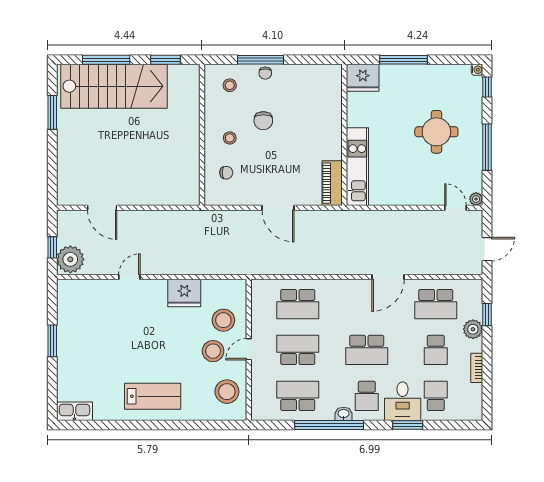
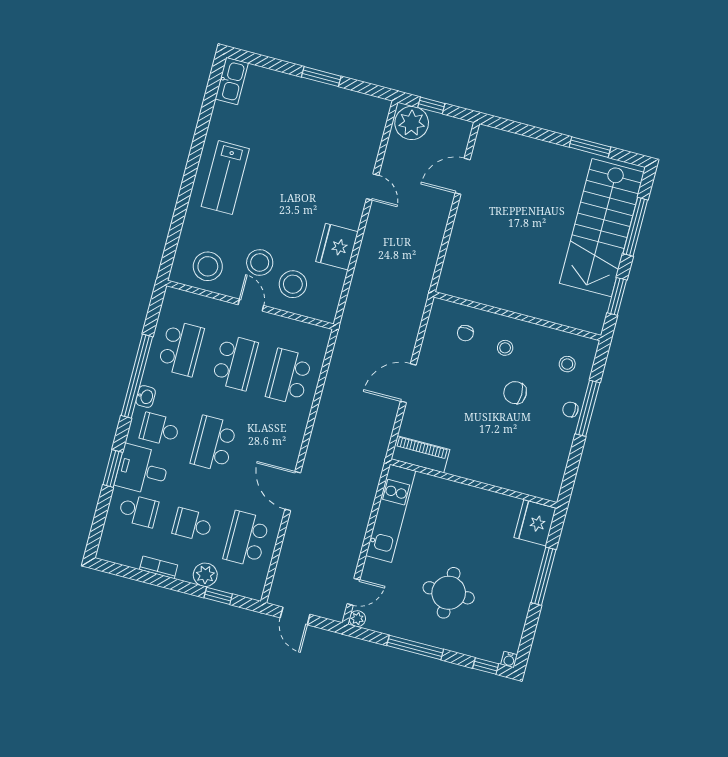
kitchen unit: (357, 167) -> (391, 513), moved, turned -90

